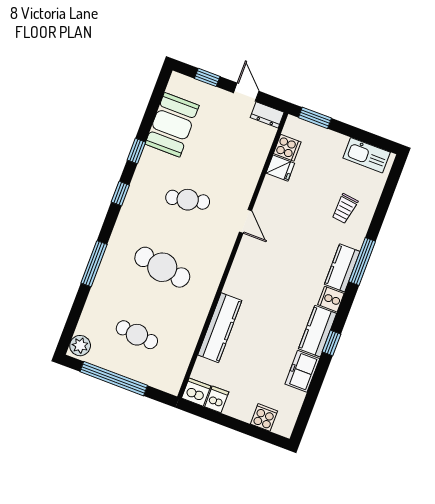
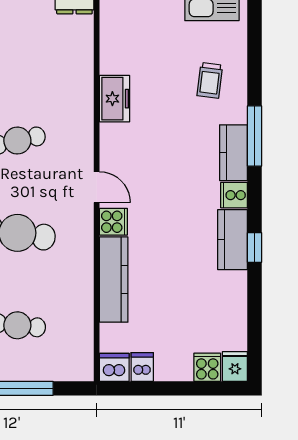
cooker: (287, 148) -> (113, 222), moved
fridge: (280, 168) -> (235, 366), moved, turned -90
door: (246, 221) -> (97, 187), moved
freezer: (302, 371) -> (115, 99), moved, turned 180

